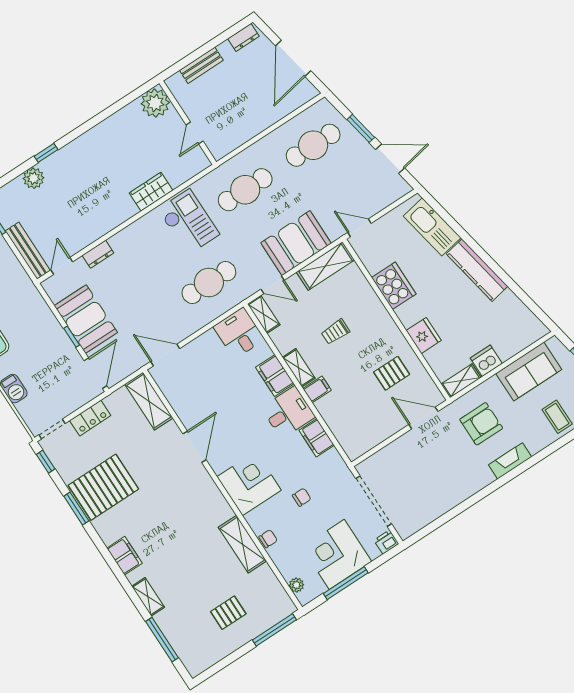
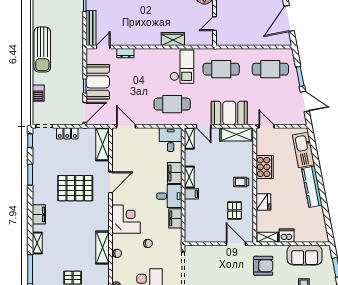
trolley: (335, 332) -> (241, 182), moved
pallet: (392, 373) -> (235, 211), turned 90
pallet: (103, 487) -> (75, 188), moved

